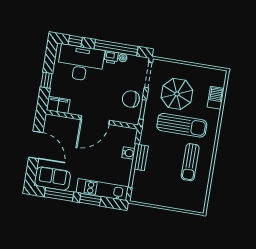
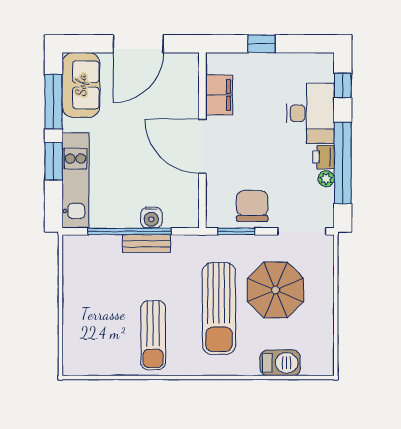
desk: (81, 63) -> (310, 113), width x0.73, depth x0.77
filing cabinet: (58, 105) -> (219, 95), moved
sun lounger: (190, 162) -> (153, 335), turned -90

